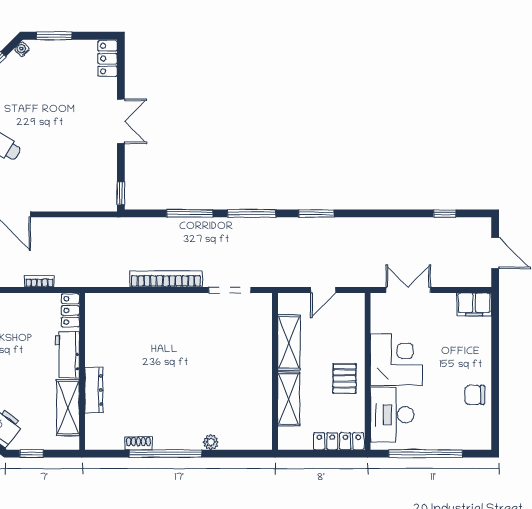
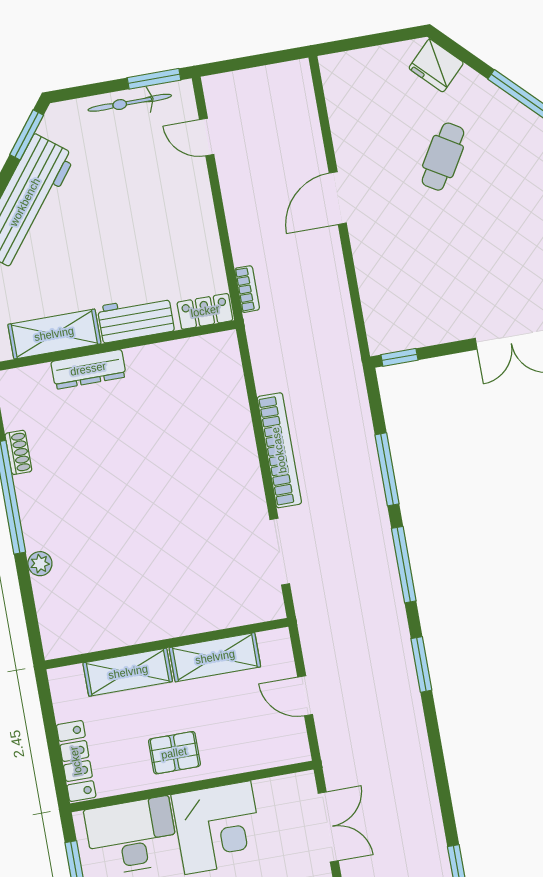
bookcase: (39, 281) -> (247, 289), moved

